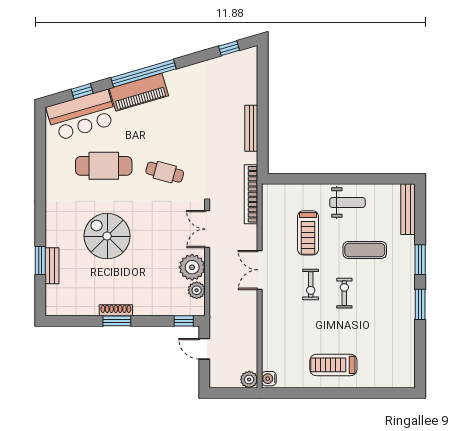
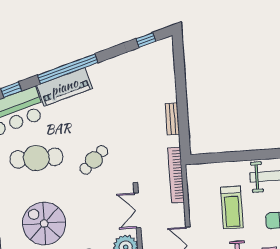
bench: (251, 128) -> (172, 119), width x0.73
cafe table: (165, 172) -> (94, 160), turned -58

